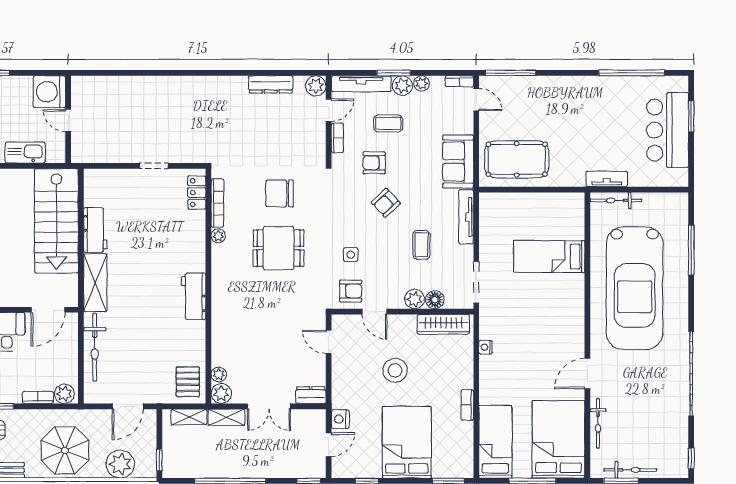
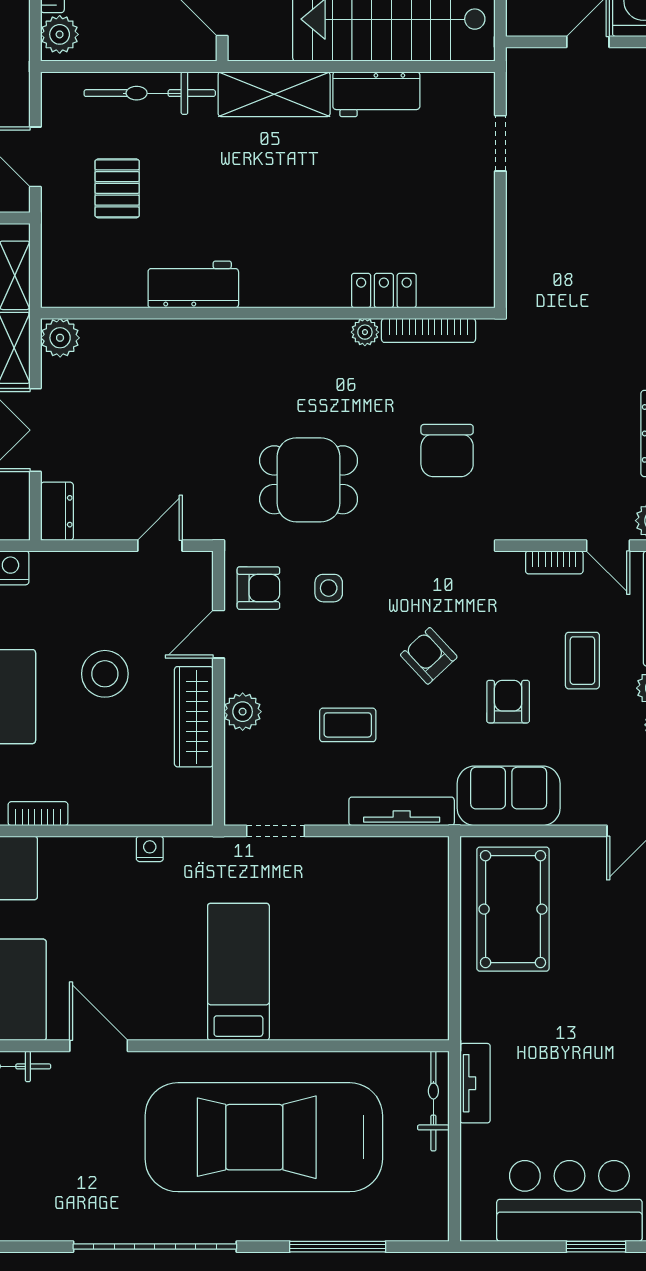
armchair: (374, 163) -> (508, 702), moved
doorway: (154, 166) -> (500, 143), moved
locker: (197, 193) -> (384, 291), moved
chair: (280, 193) -> (447, 451), turned 180
dining table: (279, 248) -> (309, 480), moved, turned 90
bed: (549, 257) -> (238, 972), moved
doorway: (476, 282) -> (275, 831), width x0.73
armchair: (351, 291) -> (258, 588), turned -90
workbench: (194, 296) -> (193, 284), moved
floor lamp: (435, 300) -> (241, 751), removed
wardrobe: (443, 324) -> (194, 717), moved
garage door: (691, 374) -> (155, 1247), moved
plant: (219, 375) -> (97, 333), removed
pallet: (188, 382) -> (117, 188), moved, turned 90

